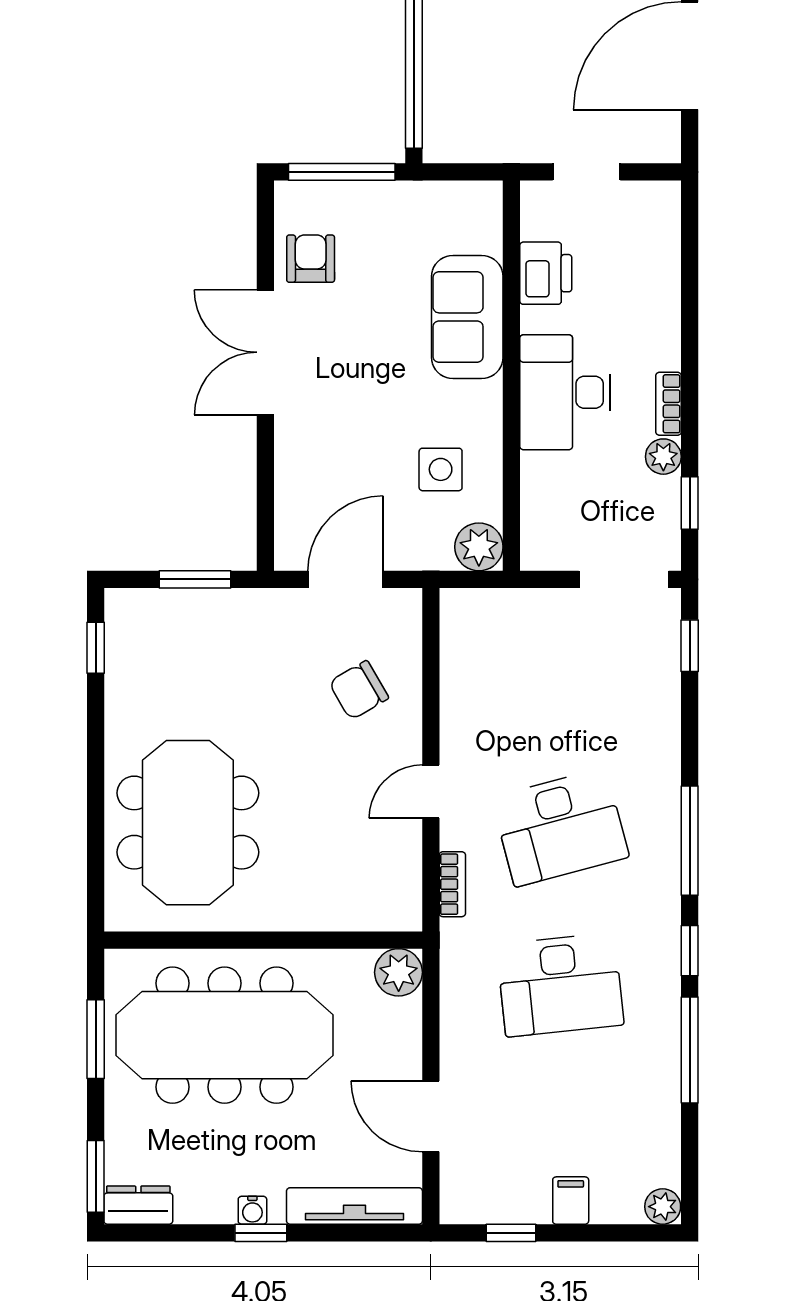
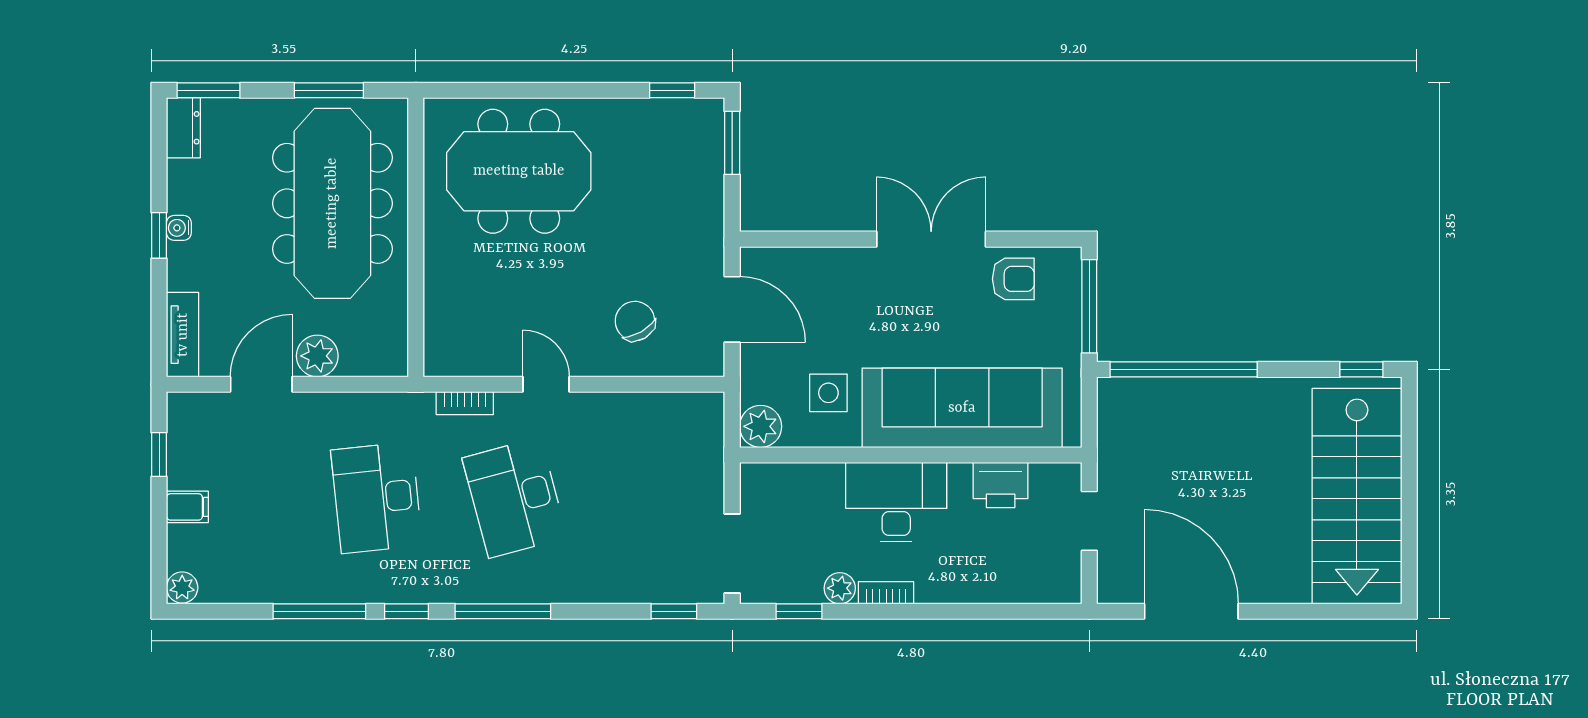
sofa: (467, 317) -> (962, 408), width x1.85, depth x1.27
window: (195, 579) -> (732, 143), moved
plant: (399, 972) -> (317, 356), moved
tv unit: (354, 1206) -> (183, 335), width x0.71

